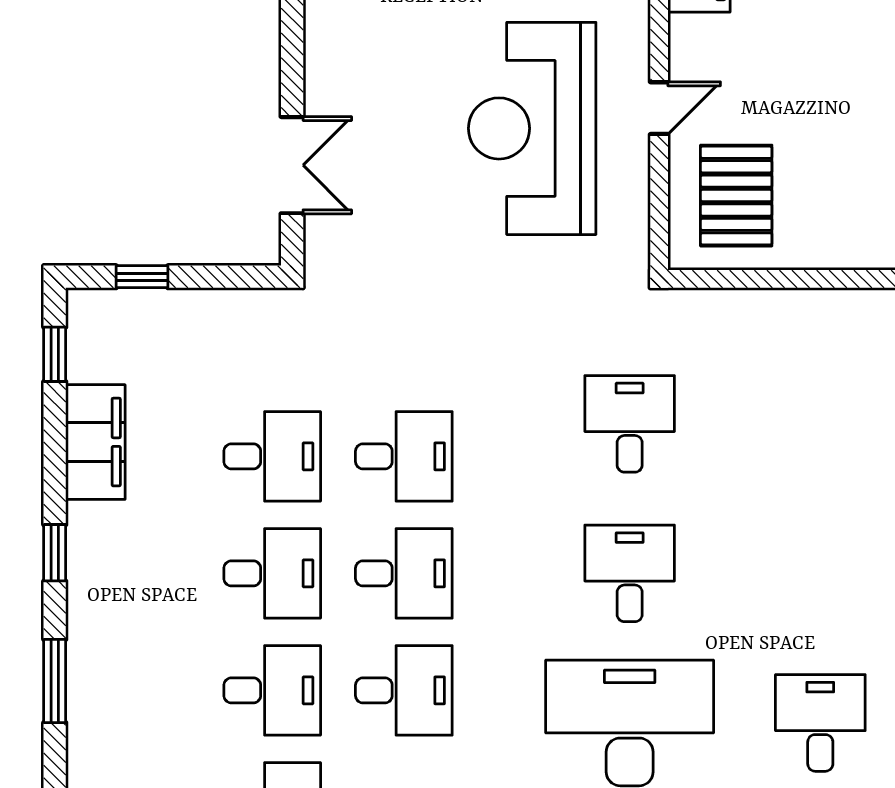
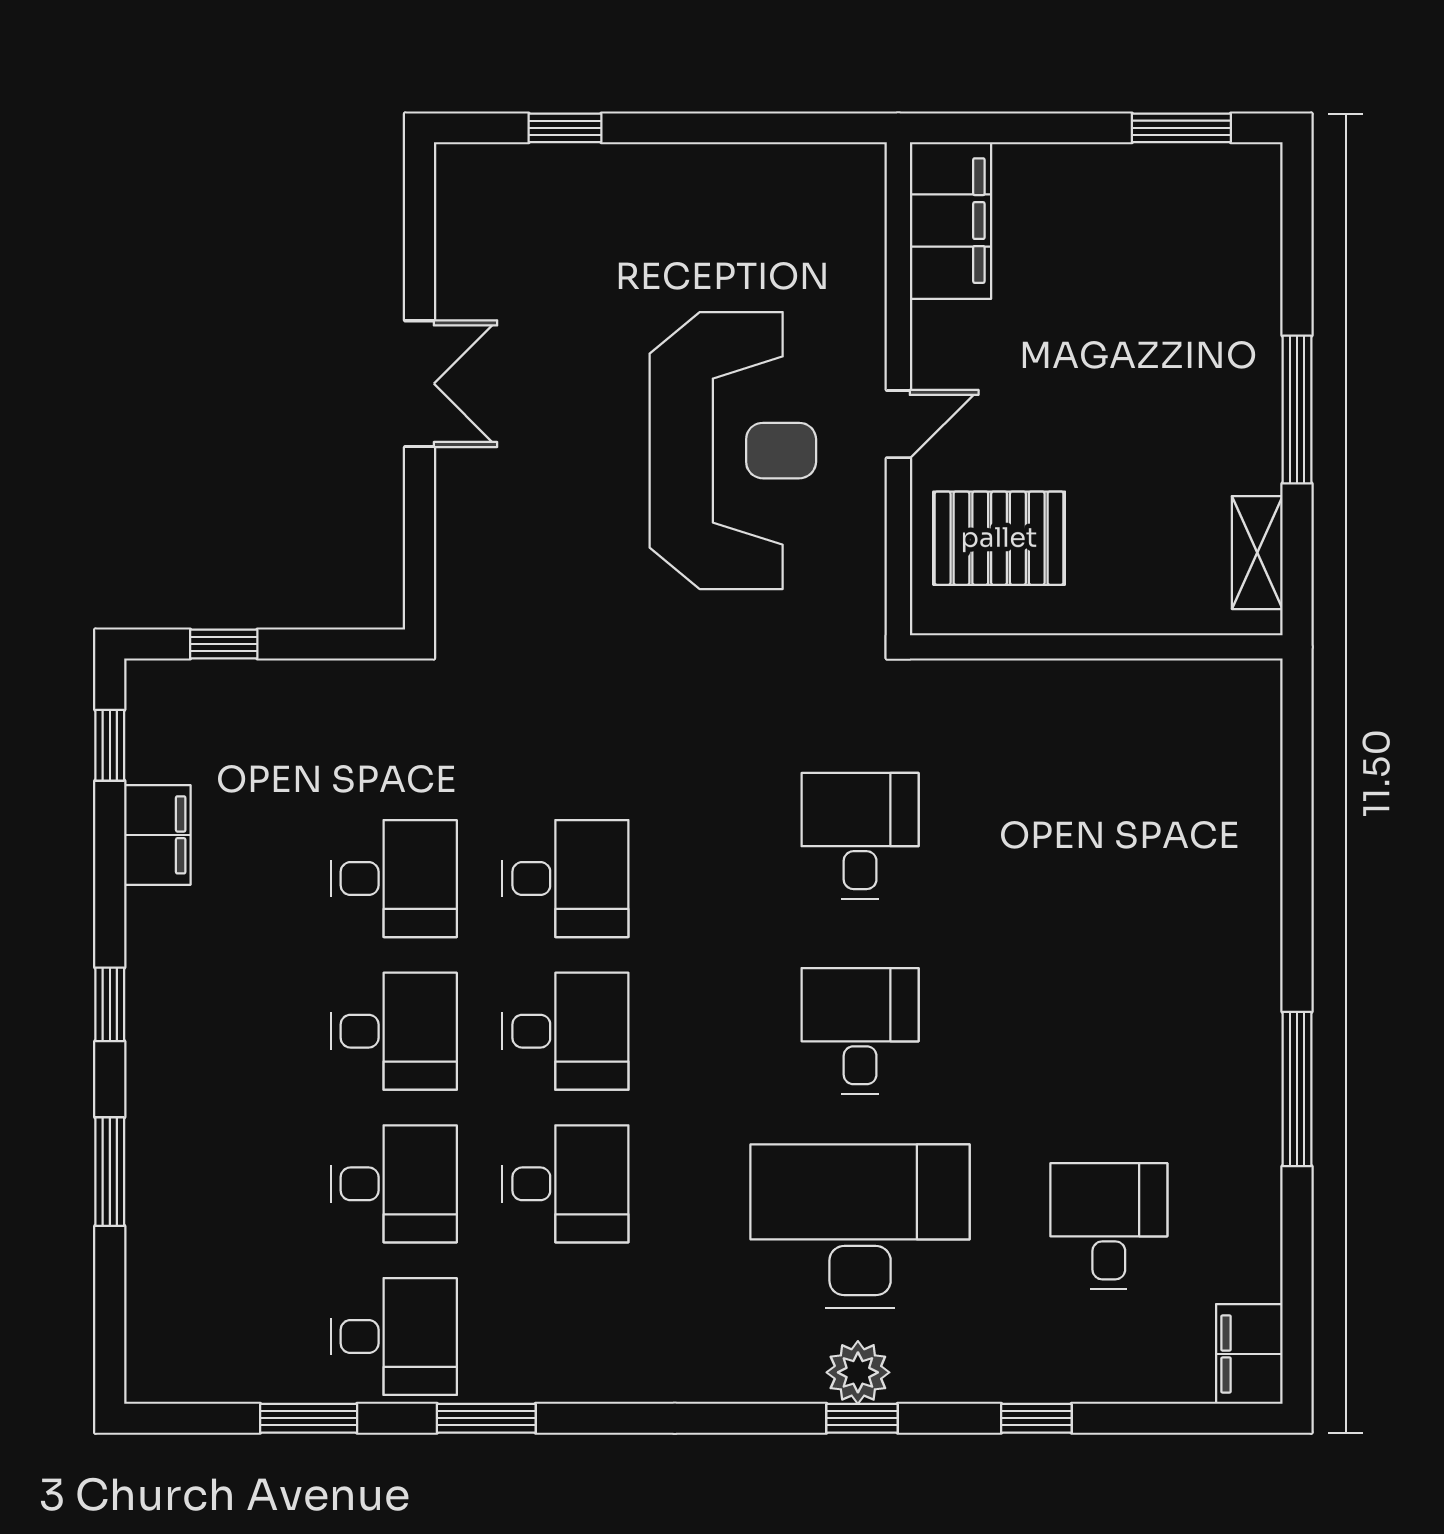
reception desk: (532, 128) -> (733, 451), turned 180
double door: (292, 165) -> (419, 384), moved
pallet: (736, 196) -> (999, 538), turned 90
filing cabinet: (95, 442) -> (157, 835), width x0.67, depth x0.86

